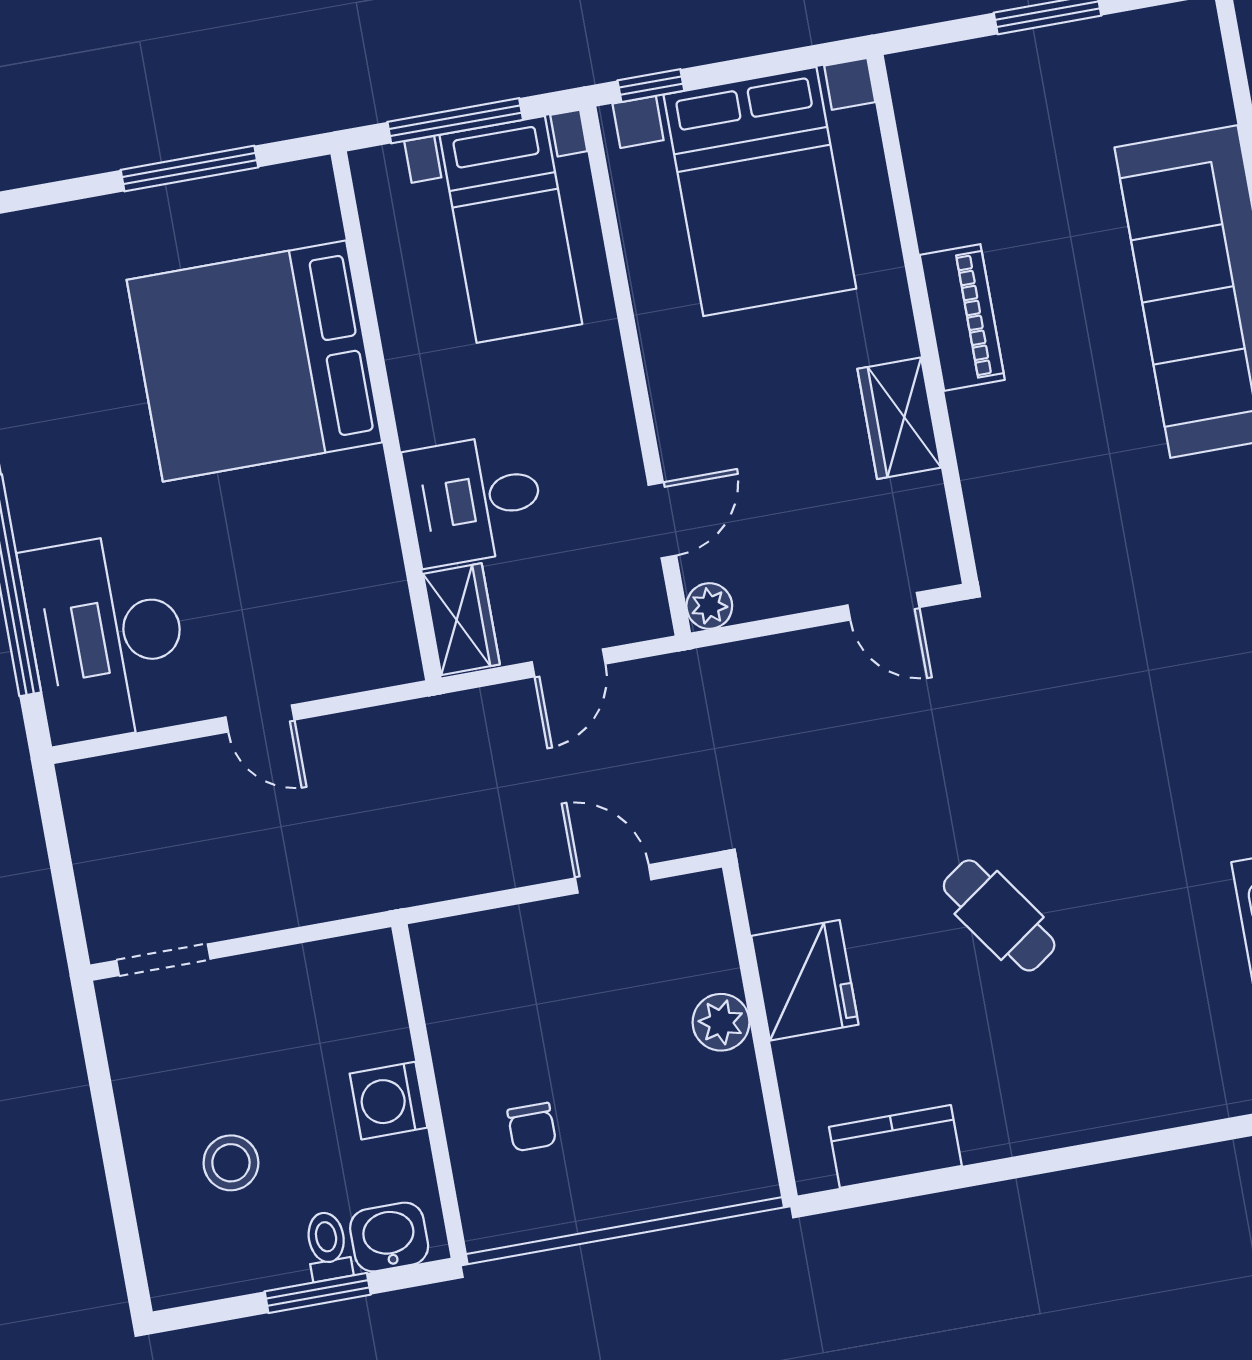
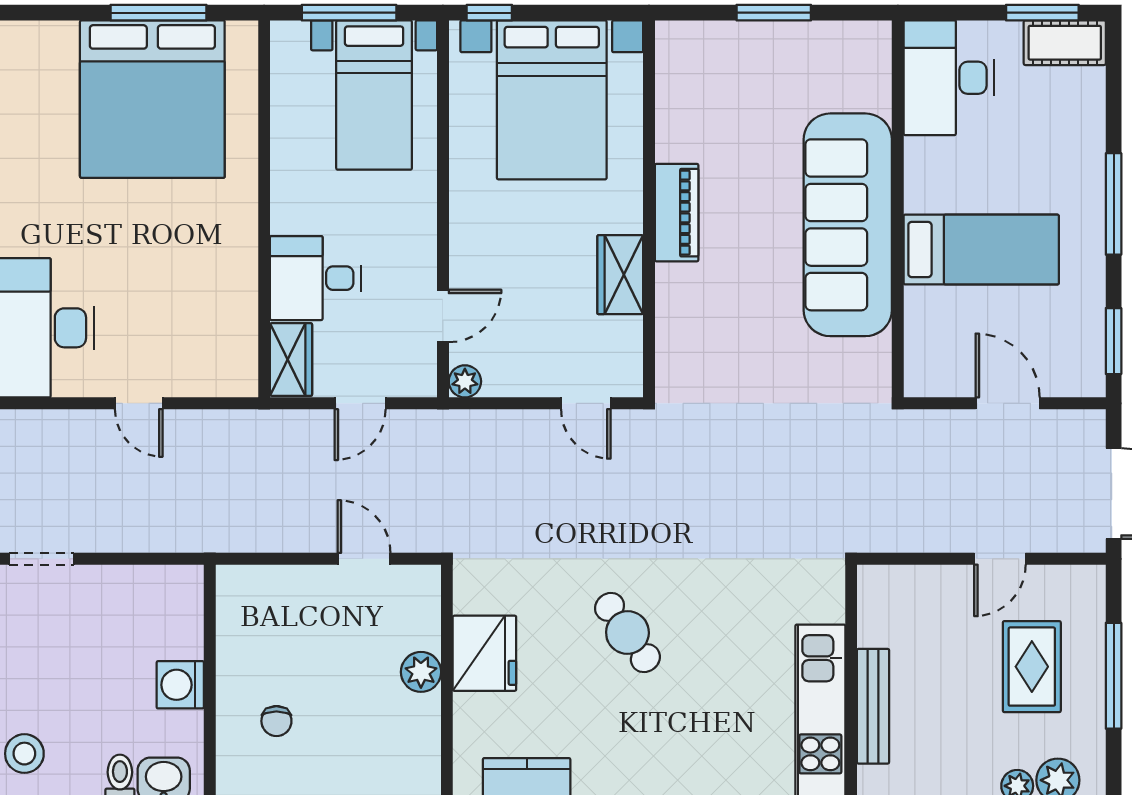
bed: (254, 361) -> (152, 99), moved, turned -90
stool: (231, 1163) -> (24, 754), moved

